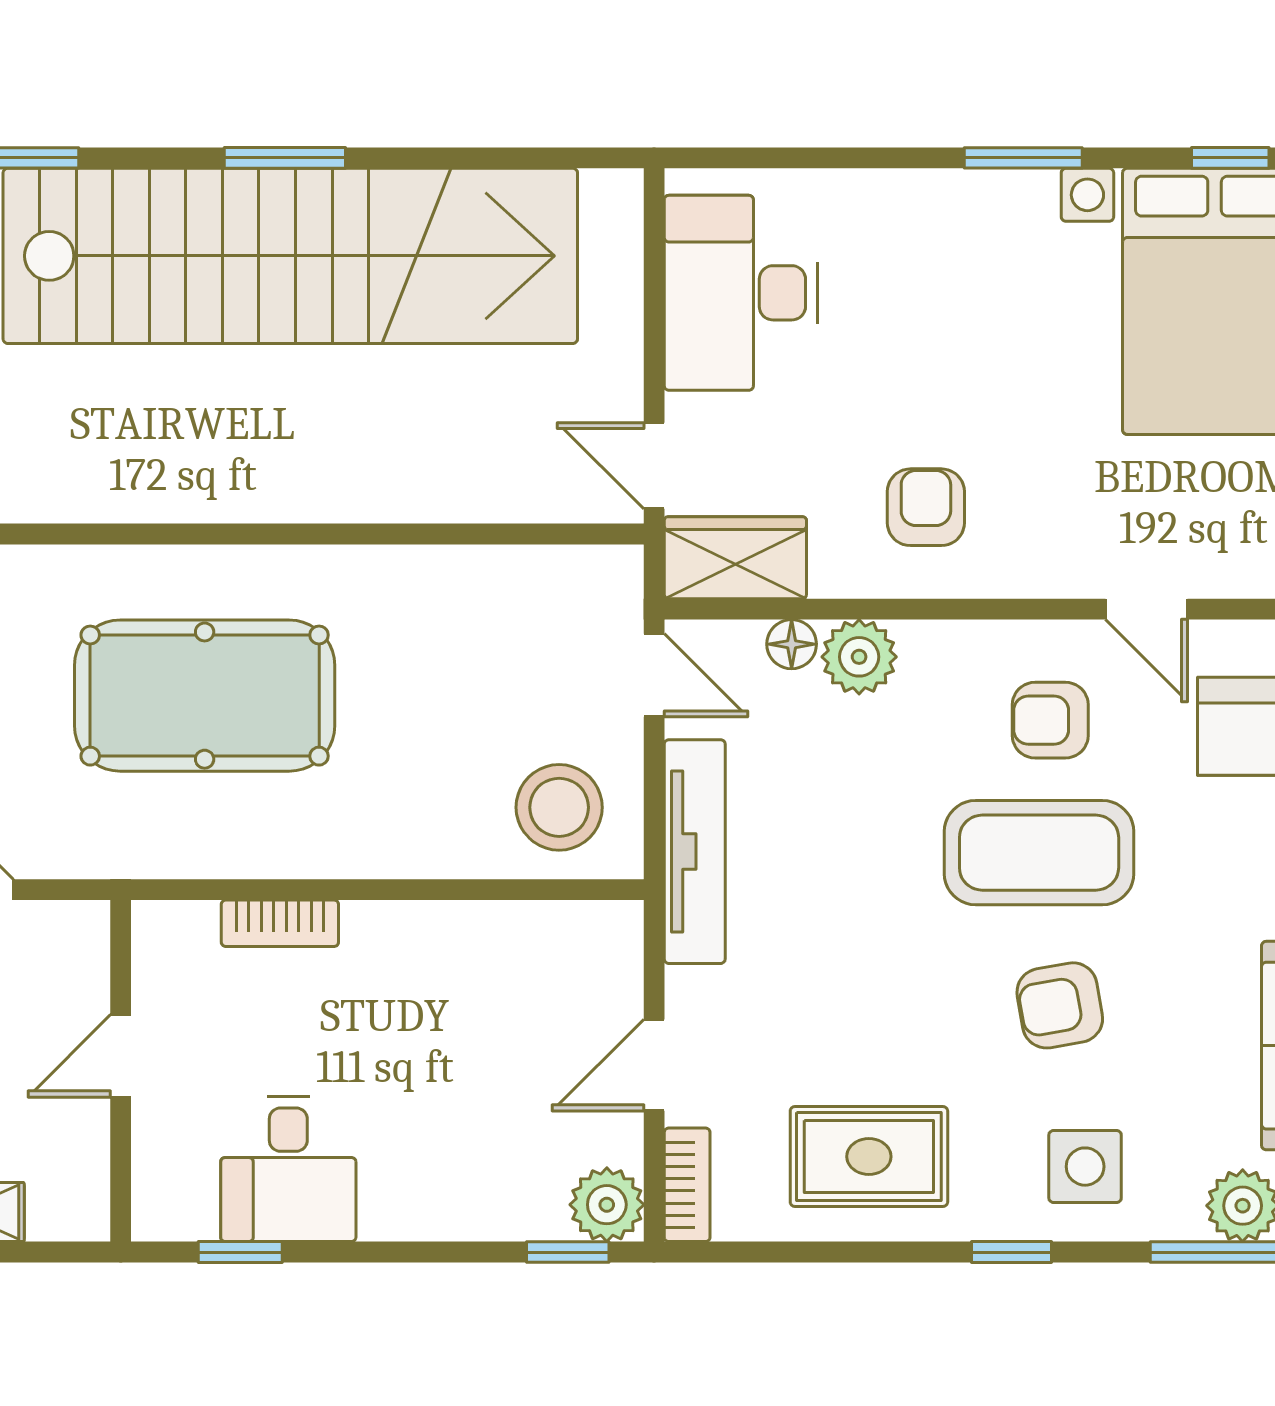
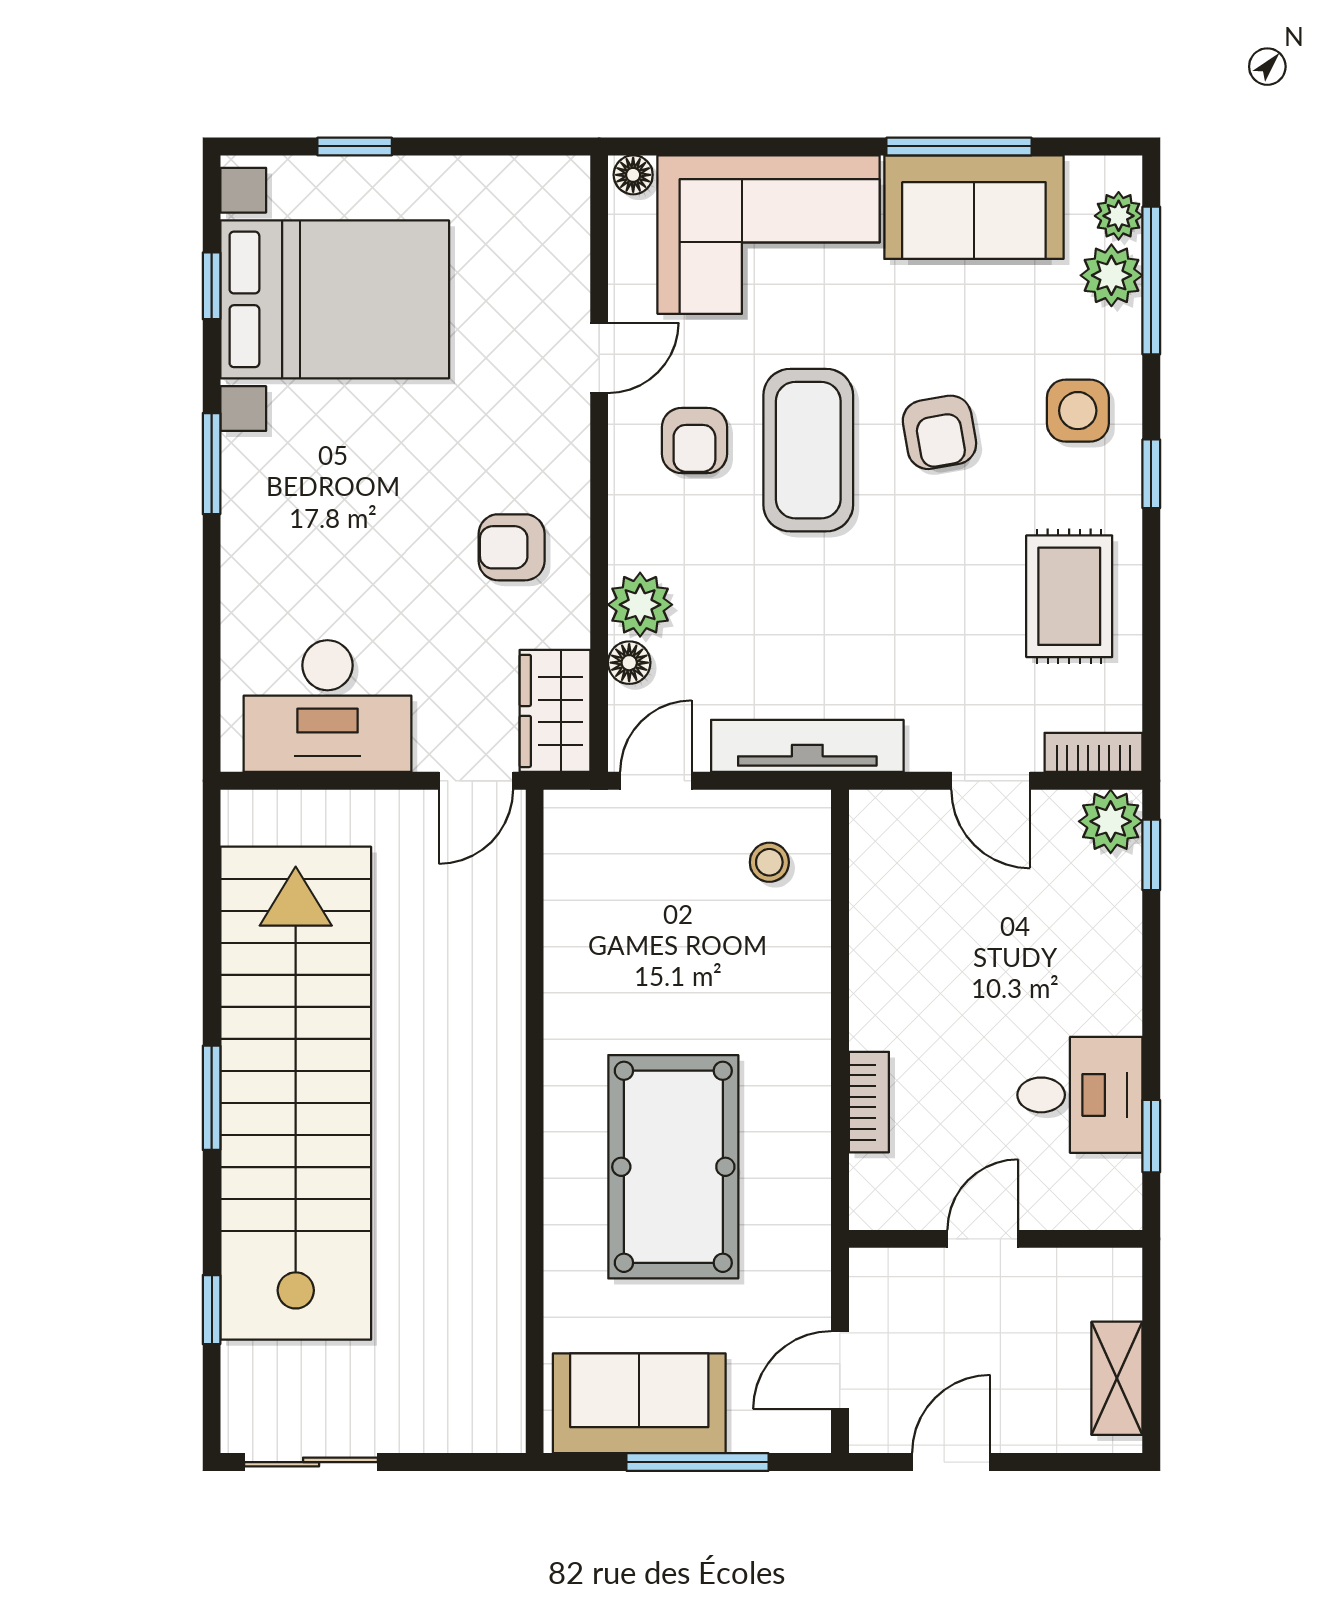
stool: (559, 807) -> (769, 862), width x0.53, depth x0.53
door: (121, 1056) -> (983, 1239), swing flipped

